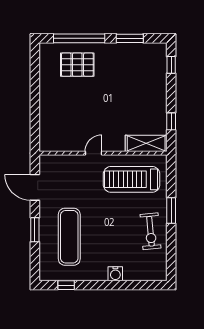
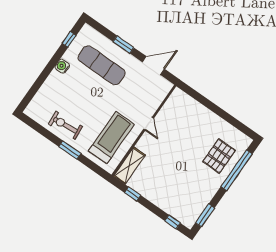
window: (130, 38) -> (205, 215), moved
water cooler: (115, 274) -> (62, 66), moved

